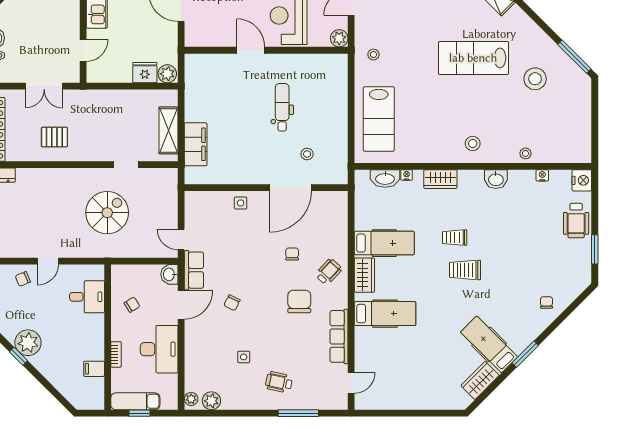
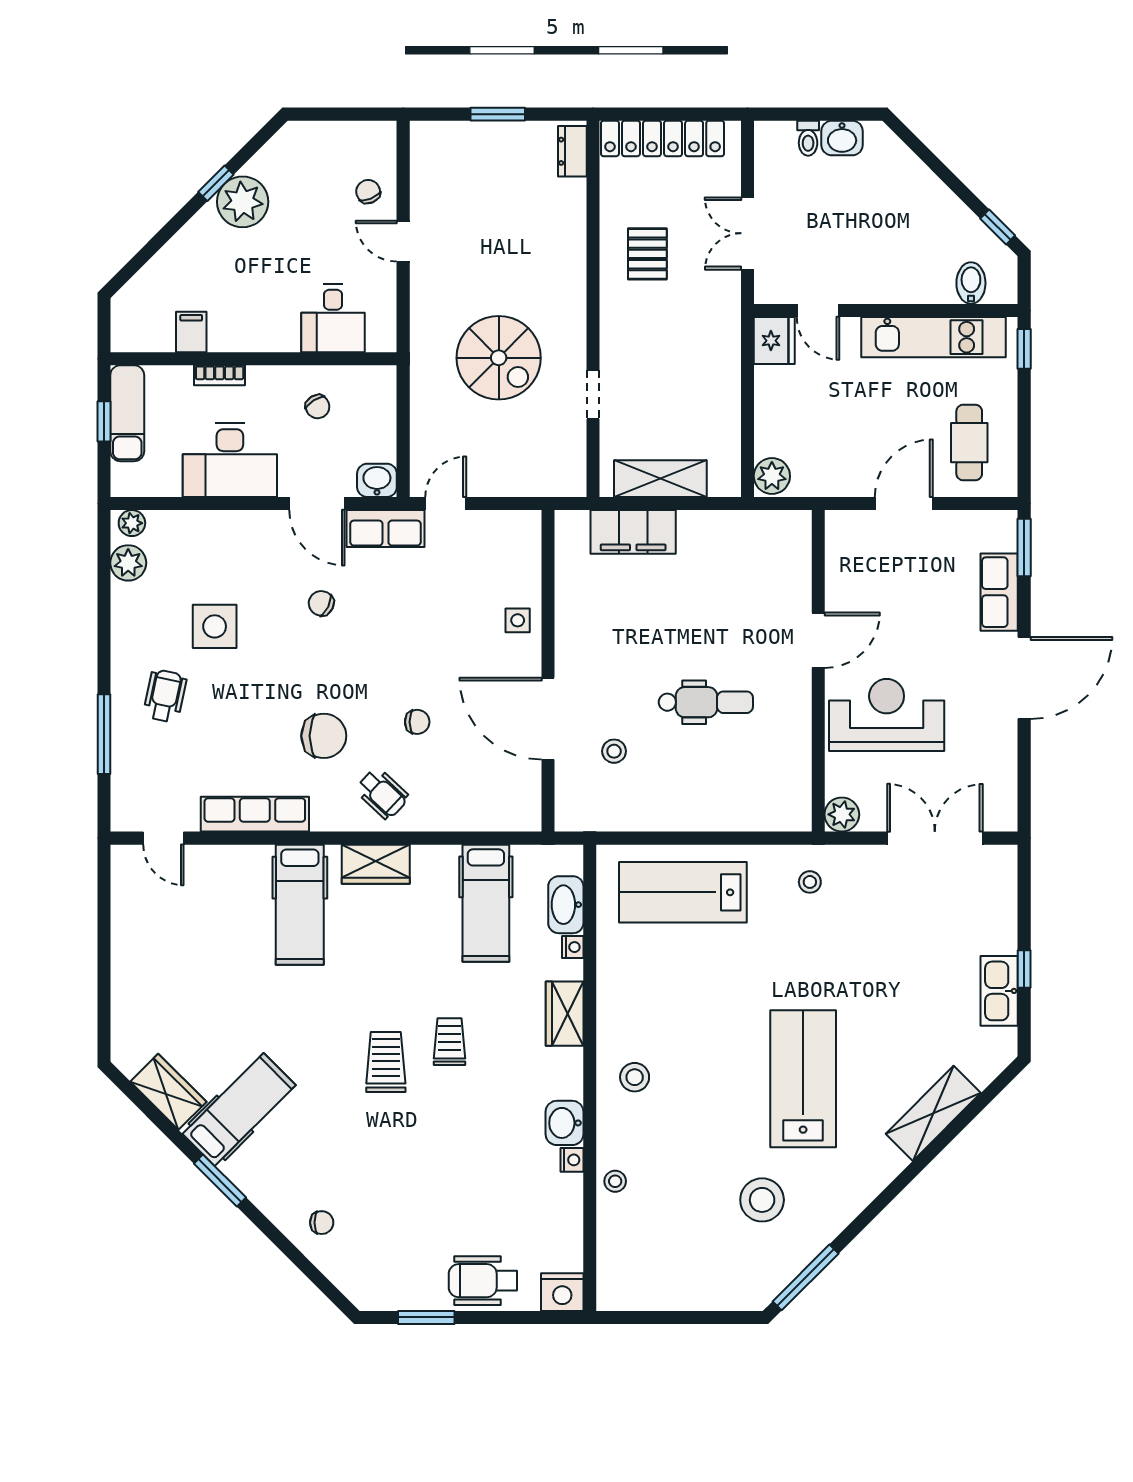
fridge: (145, 73) -> (774, 341), moved
nightstand: (542, 175) -> (572, 1160), moved
hospital bed: (384, 243) -> (486, 903), moved
side table: (244, 357) -> (215, 626), width x1.87, depth x1.87

